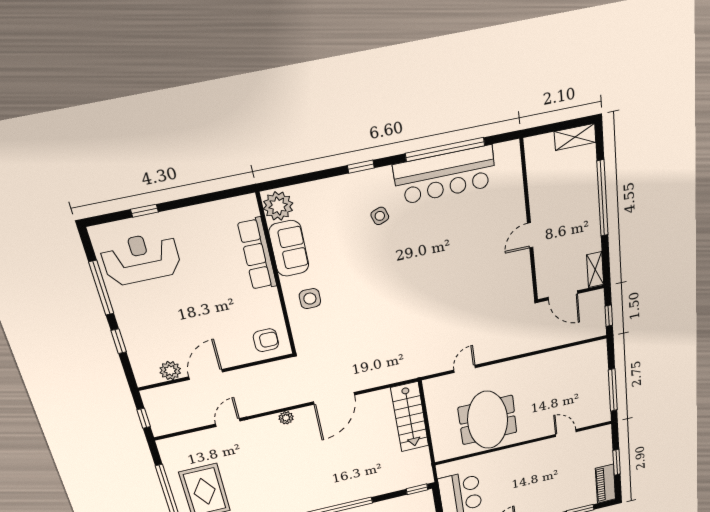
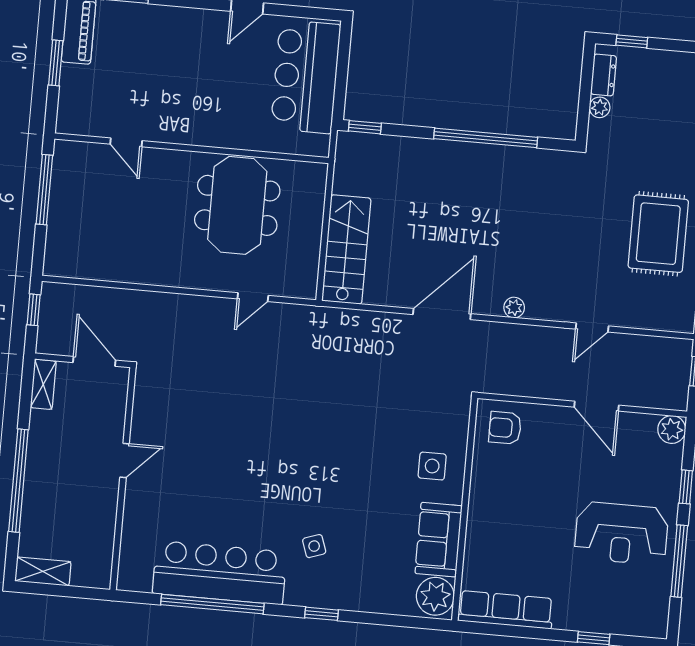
row of seats: (257, 254) -> (506, 610), moved, turned -90
reception desk: (141, 259) -> (621, 533), moved
plant: (170, 371) -> (672, 429), moved
door: (206, 374) -> (597, 406), hinge flipped

